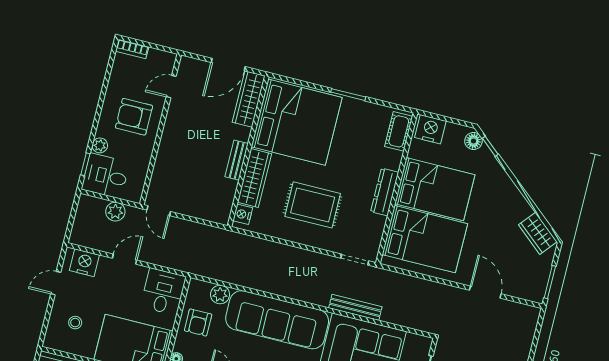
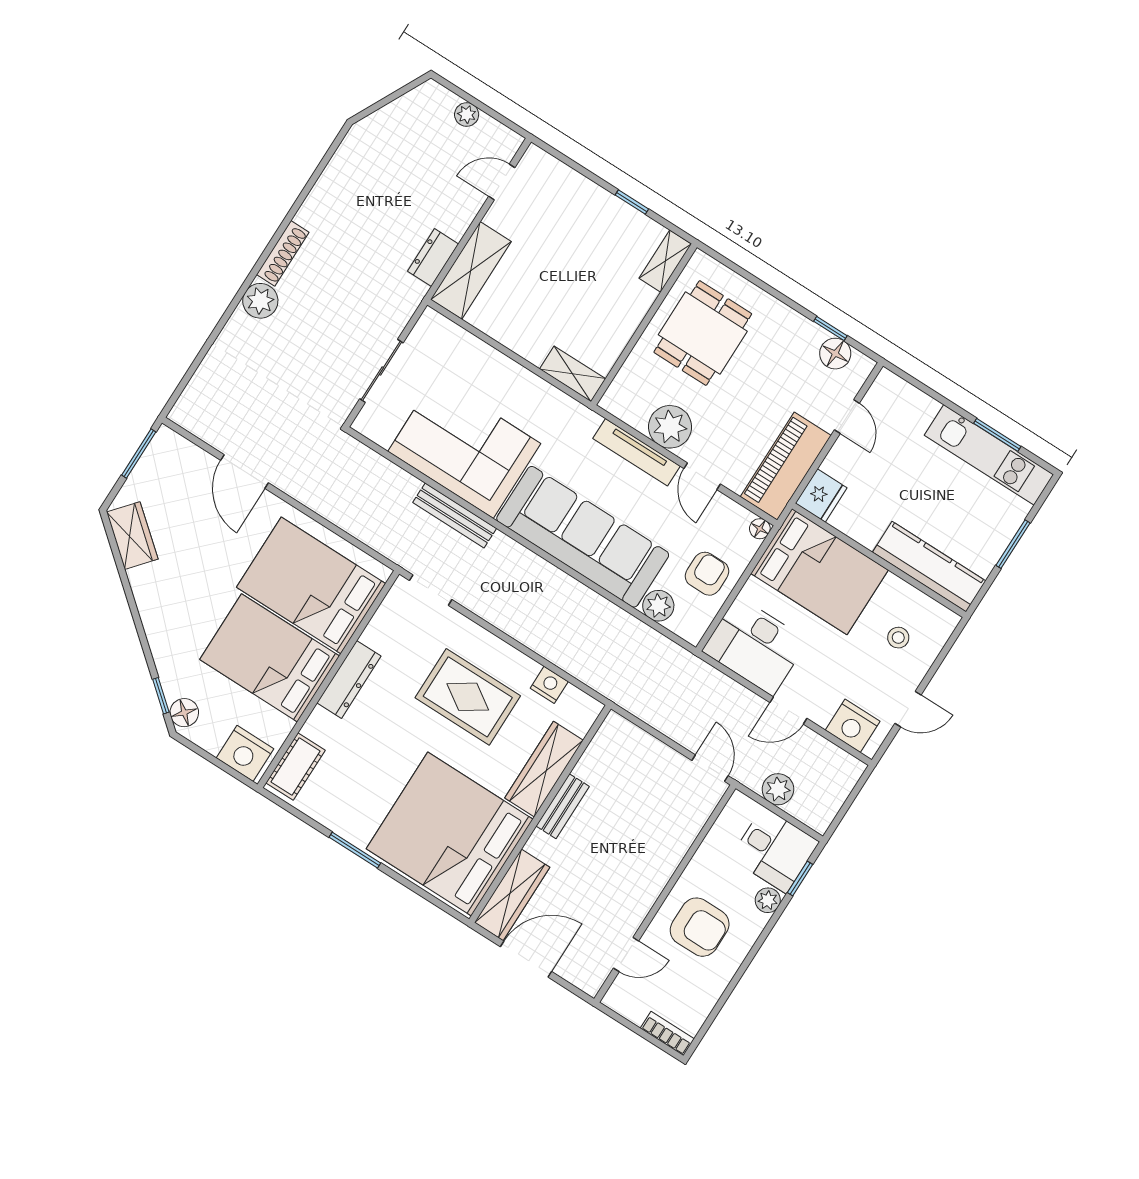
nightstand: (243, 214) -> (549, 685), moved, turned -90
desk: (163, 292) -> (755, 646), width x1.37

